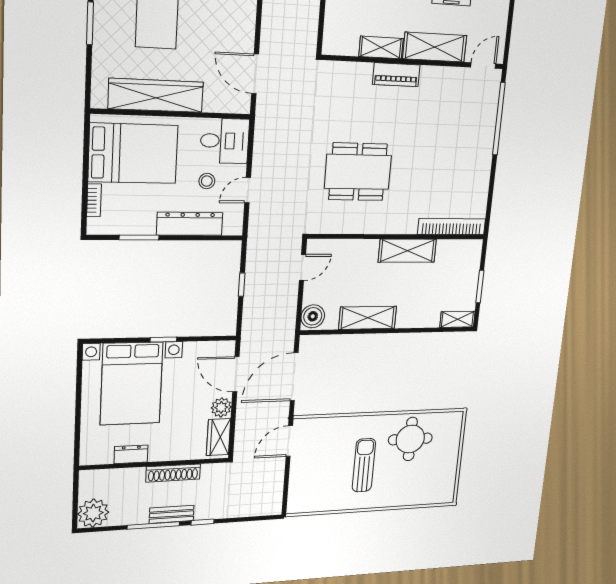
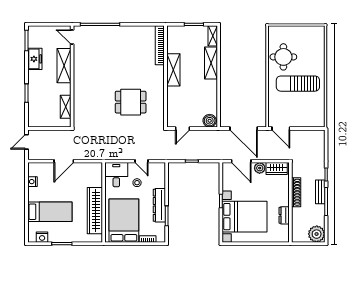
shelving: (381, 47) -> (66, 107), moved
door: (255, 74) -> (64, 161), moved
piano: (396, 75) -> (79, 86), removed
dining table: (358, 172) -> (131, 102), width x0.73
dresser: (190, 224) -> (159, 205), moved
door: (303, 267) -> (183, 129), swing flipped
shelving: (368, 318) -> (211, 63), moved
door: (236, 374) -> (241, 161), hinge flipped
sun lounger: (364, 465) -> (298, 84), width x1.36, depth x1.34

